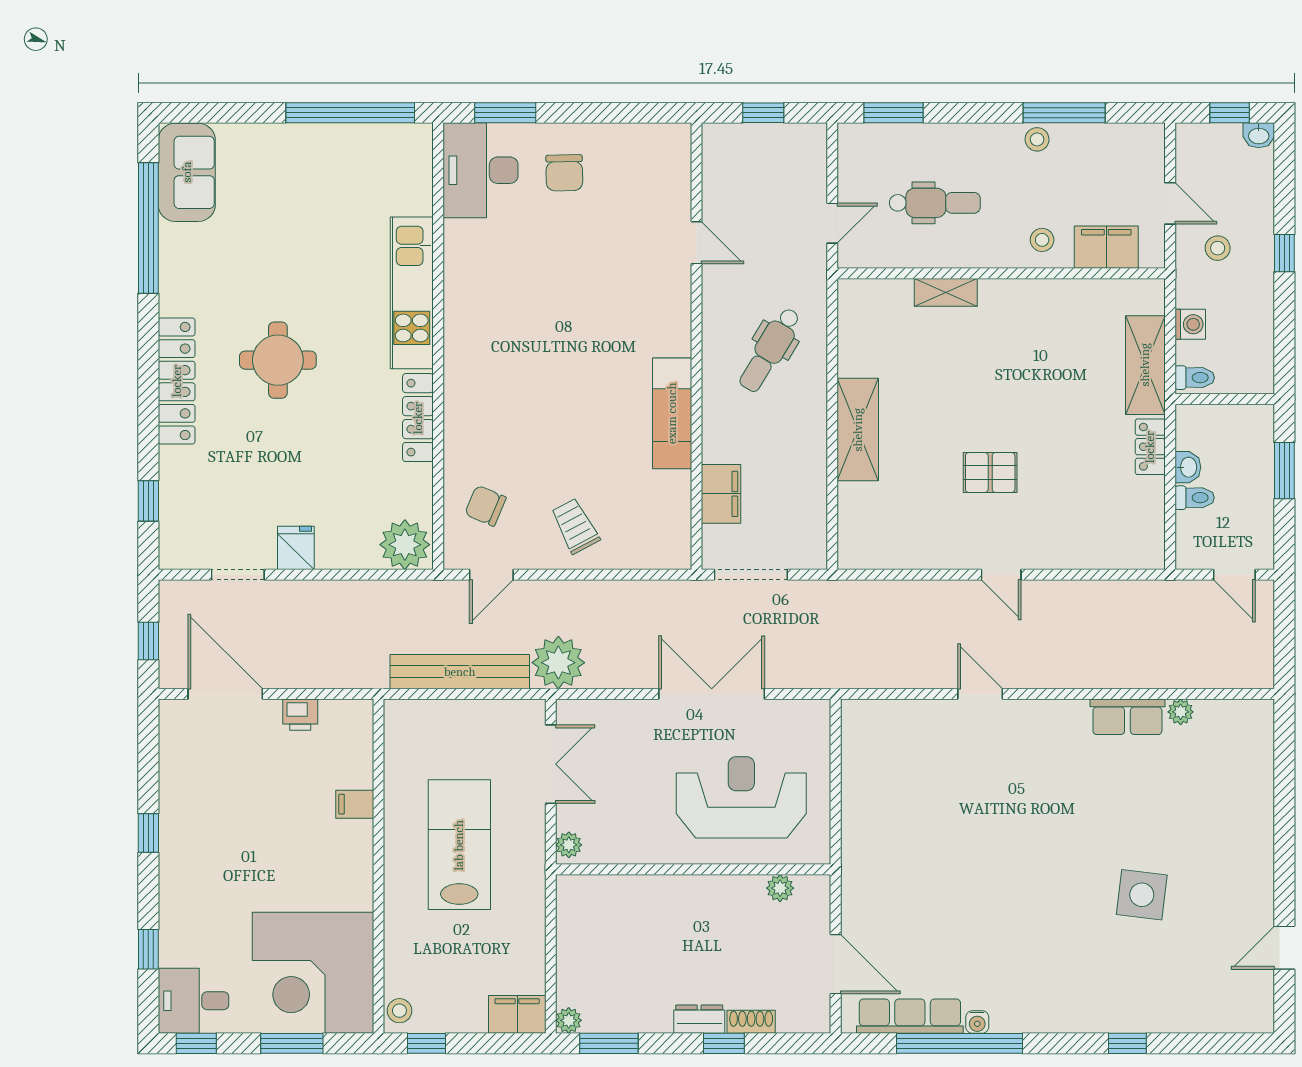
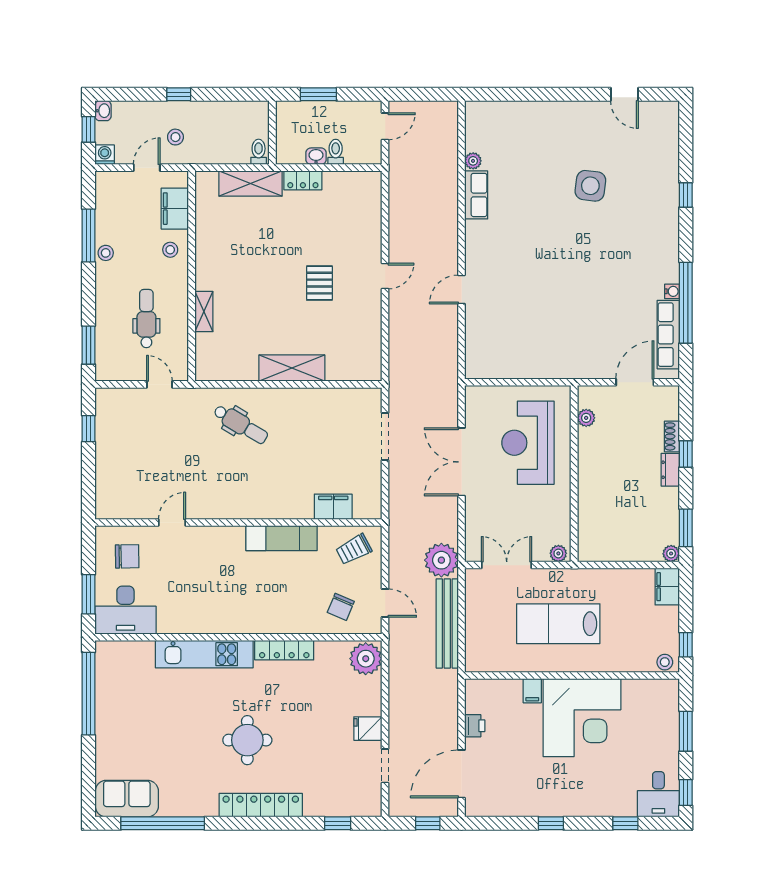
door: (696, 243) -> (172, 523), moved
washing machine: (1190, 324) -> (105, 155), moved
wall: (696, 346) -> (238, 523), moved
exam couch: (672, 413) -> (281, 538), moved
filing cabinet: (721, 494) -> (333, 507), moved
corner desk: (313, 973) -> (582, 718), moved

